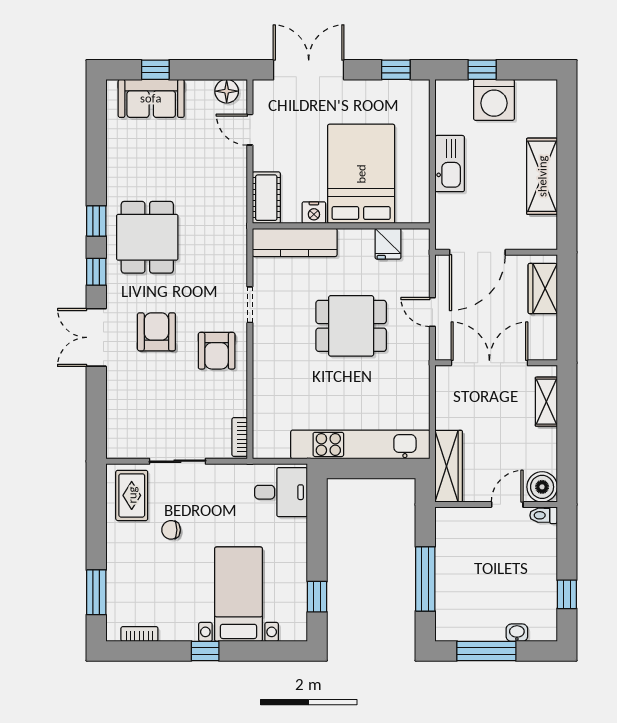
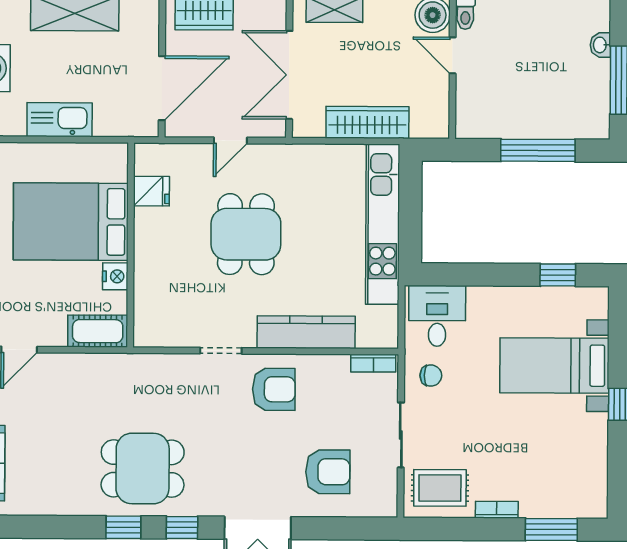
kitchen counter: (295, 242) -> (306, 332), moved, turned -90
door: (477, 252) -> (162, 88), hinge flipped
armchair: (156, 332) -> (328, 472), moved, turned 180
wardrobe: (449, 466) -> (367, 122), moved
chair: (171, 530) -> (431, 376), moved, turned -90
bookcase: (139, 634) -> (497, 510), moved, turned 90

